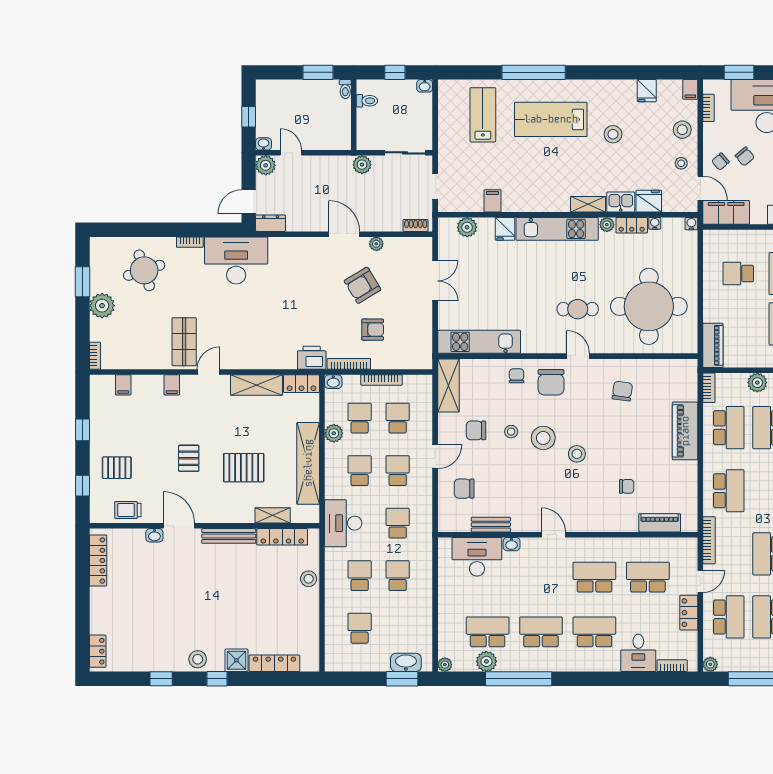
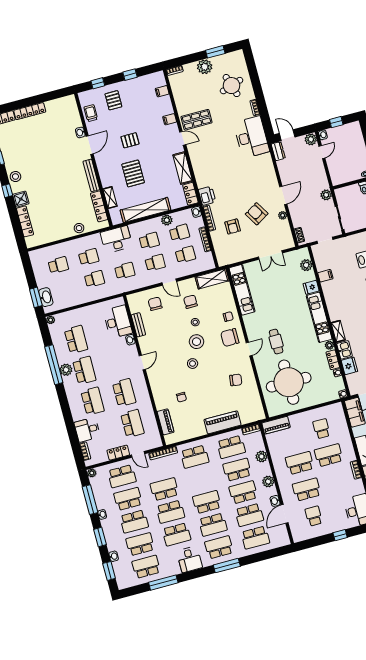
locker: (98, 561) -> (30, 111), moved
plant: (486, 661) -> (66, 370), moved

